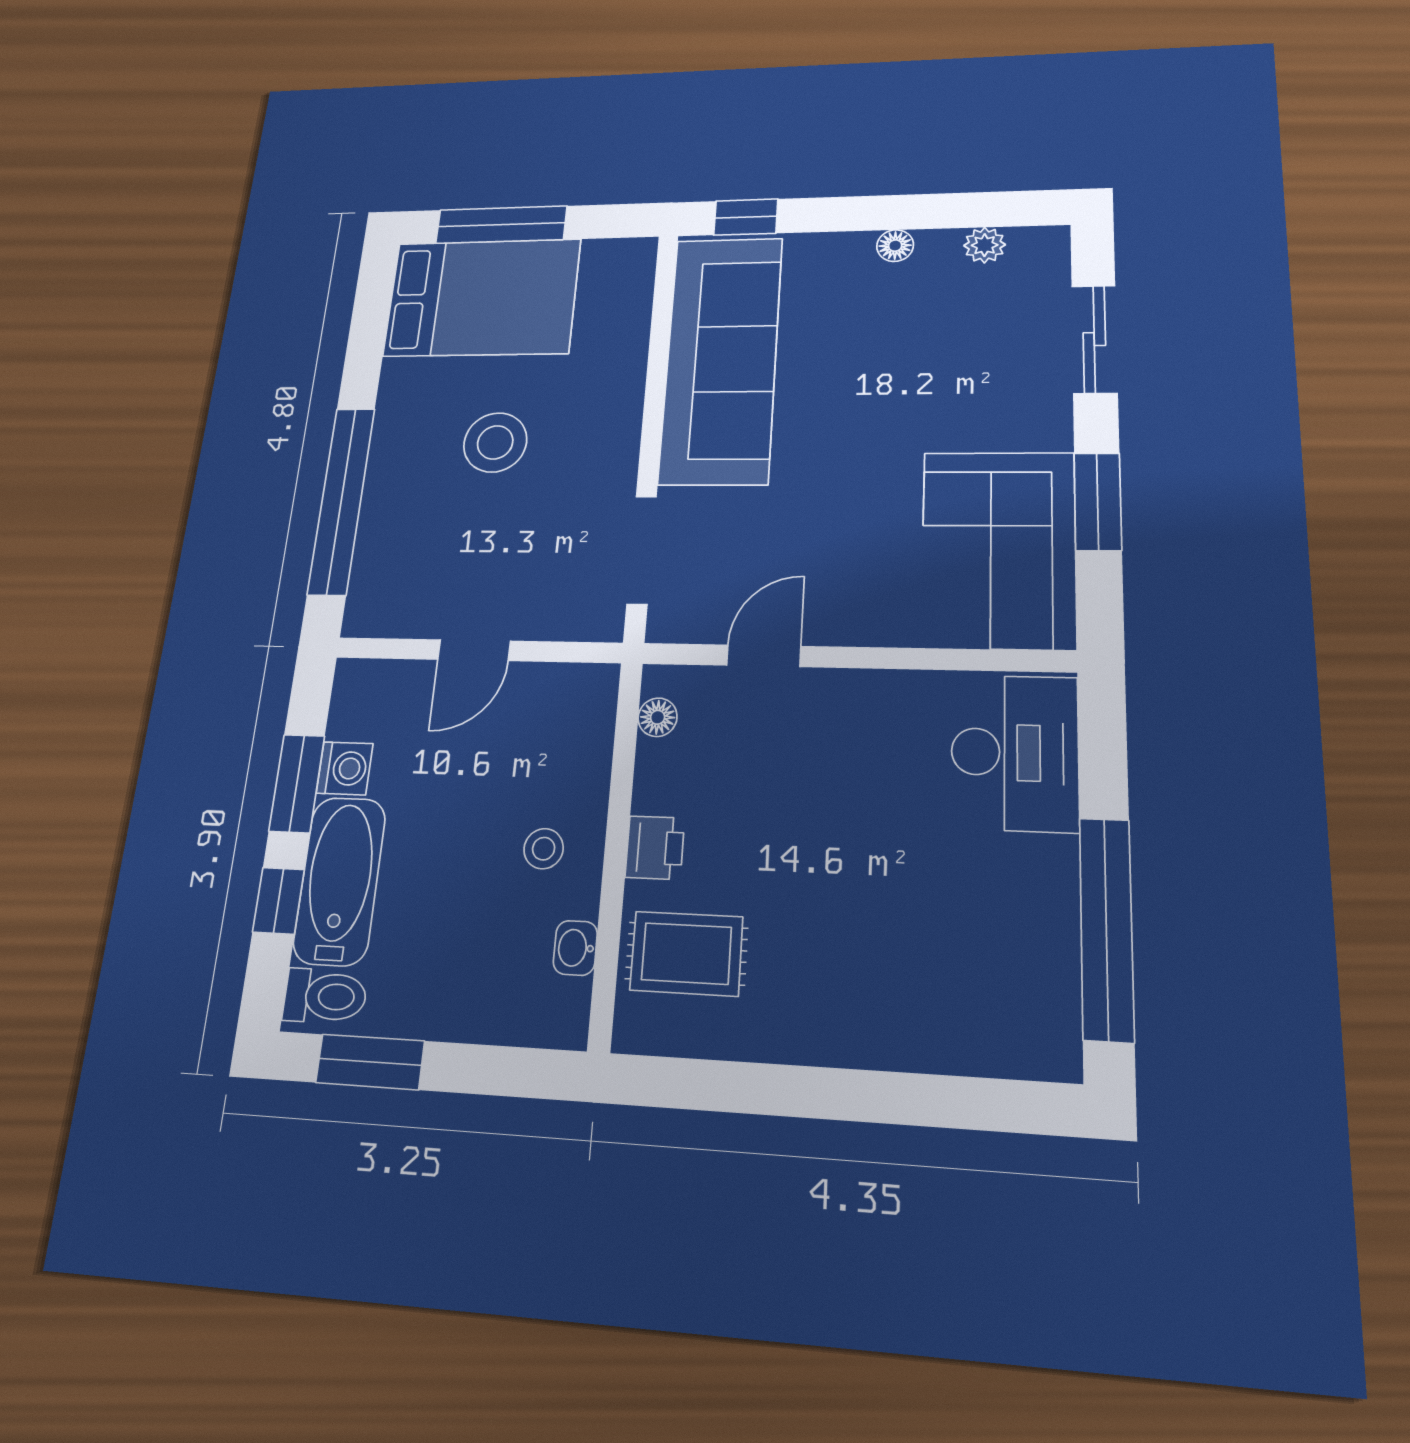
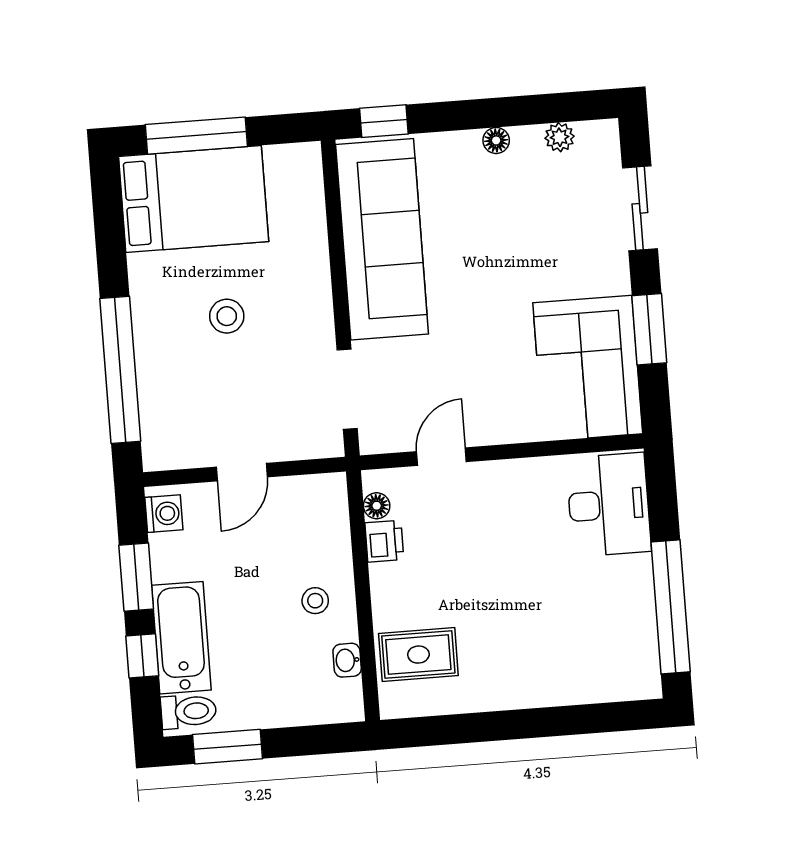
stool: (495, 442) -> (227, 316), width x0.73, depth x0.73
washing machine: (345, 768) -> (164, 514), moved
printer: (655, 848) -> (384, 541), moved

